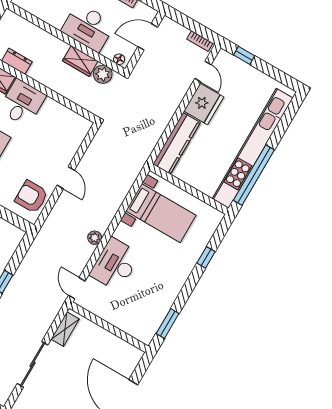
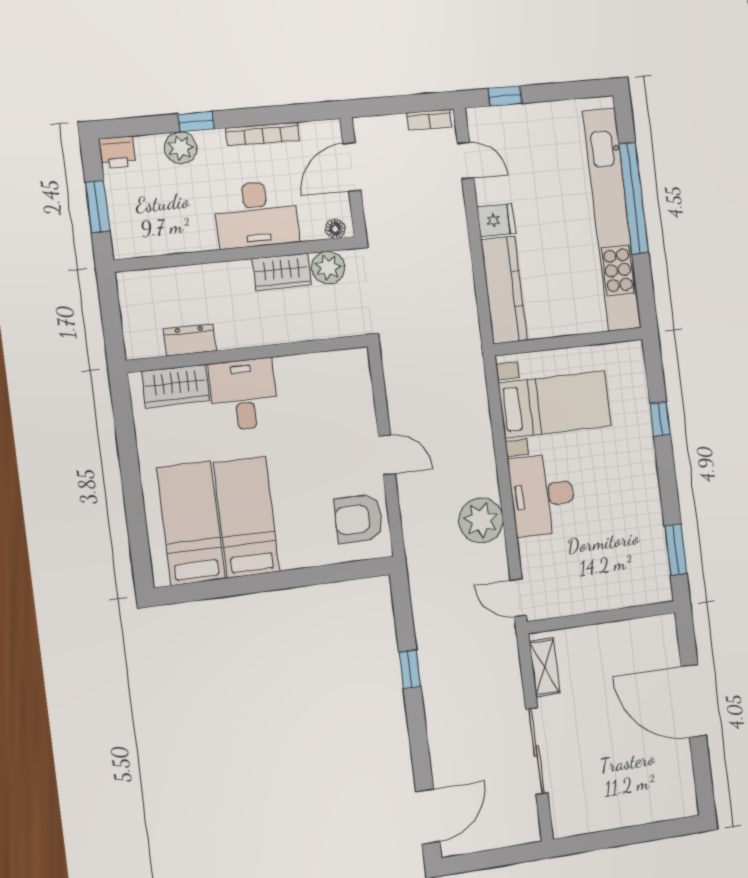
fridge: (204, 104) -> (496, 220), width x0.53, depth x0.75
window: (254, 175) -> (634, 198), moved
plant: (95, 238) -> (481, 520), width x1.87, depth x1.87
desk: (115, 264) -> (542, 495), moved

